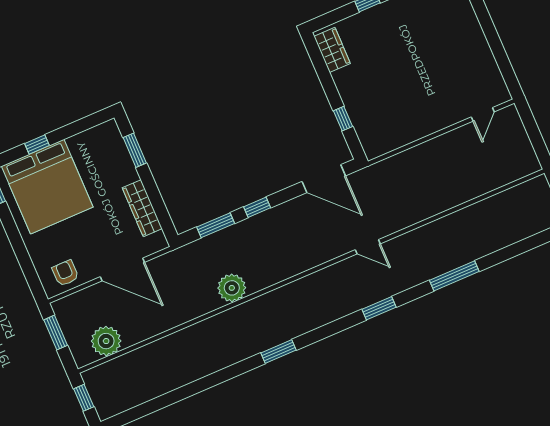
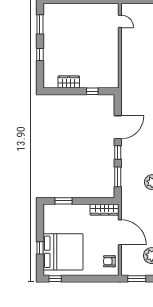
wardrobe: (332, 50) -> (69, 82), moved
door: (324, 179) -> (118, 127), moved
wardrobe: (142, 208) -> (104, 209), moved
door: (122, 270) -> (120, 232), hinge flipped

